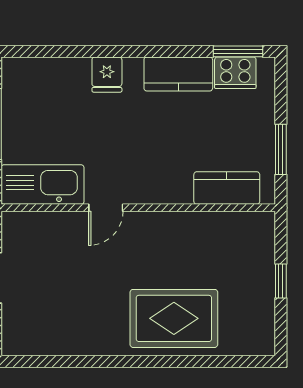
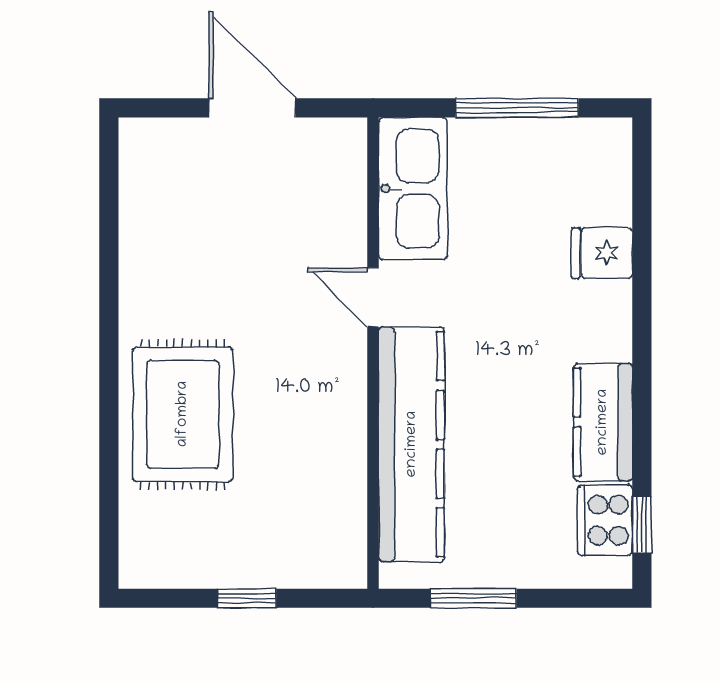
window: (238, 51) -> (642, 525), width x0.67
fridge: (107, 75) -> (602, 253), moved
kitchen counter: (227, 188) -> (412, 444), width x2.08, depth x1.17

